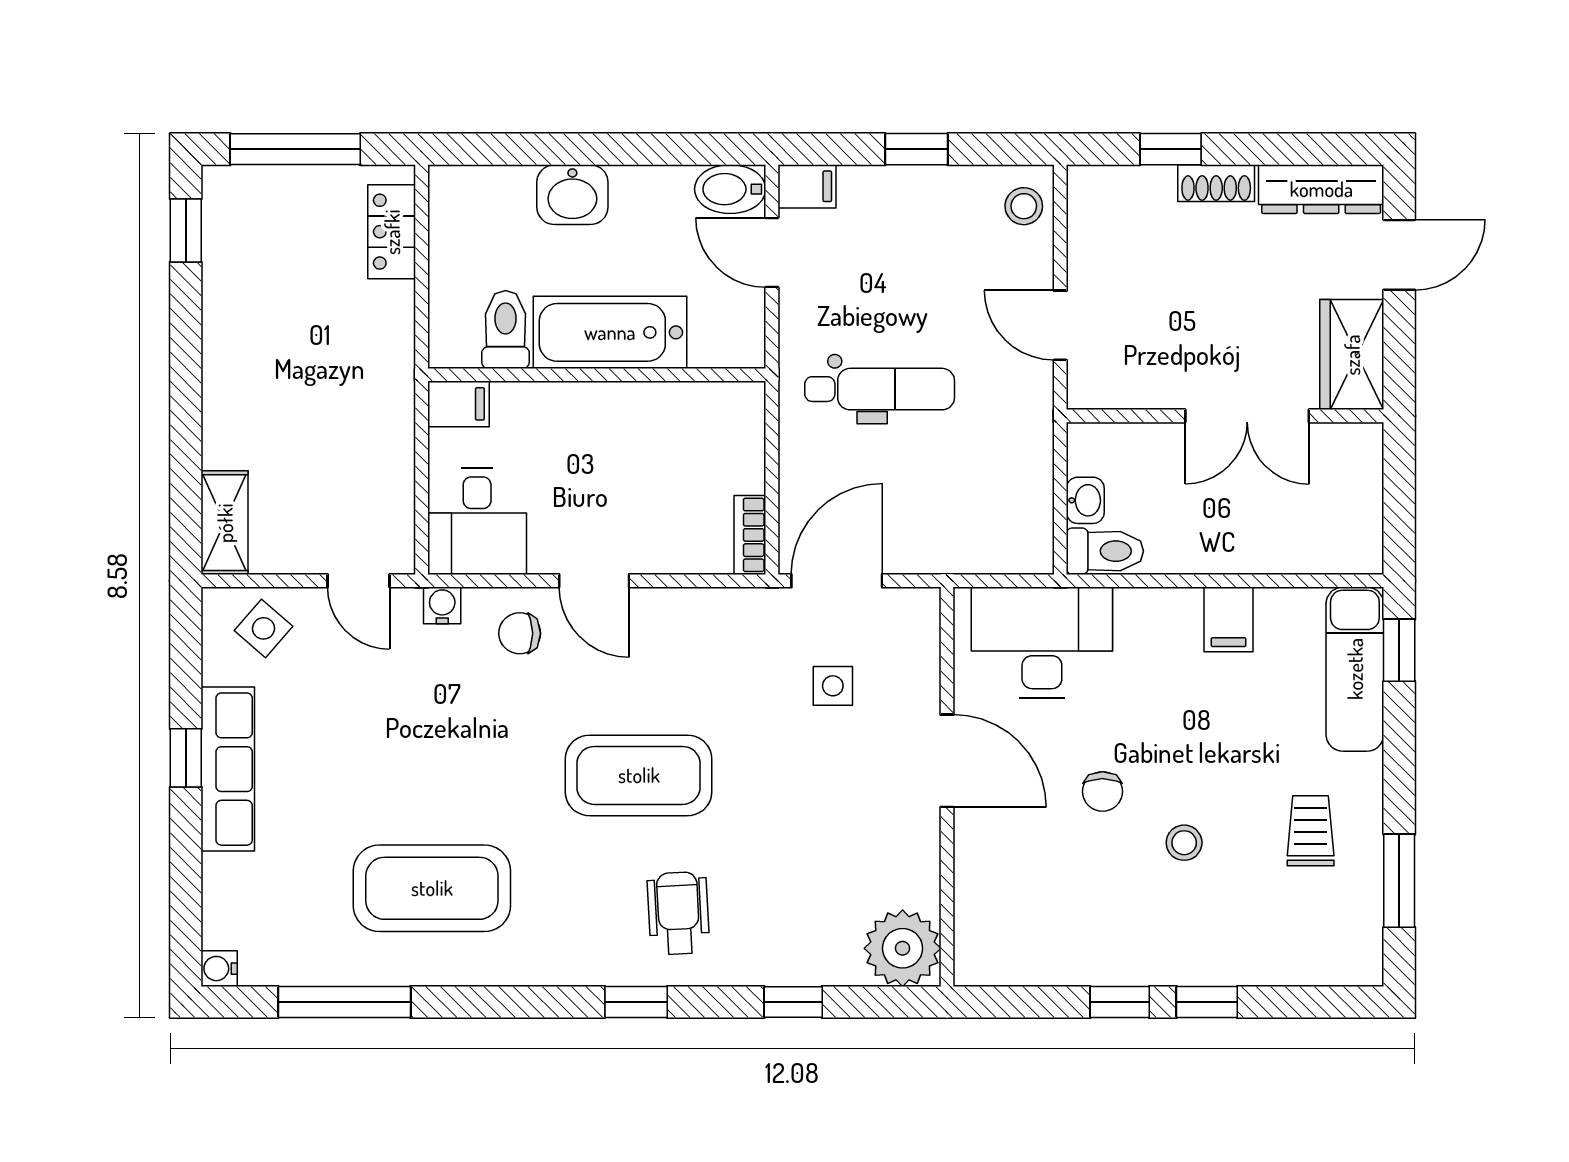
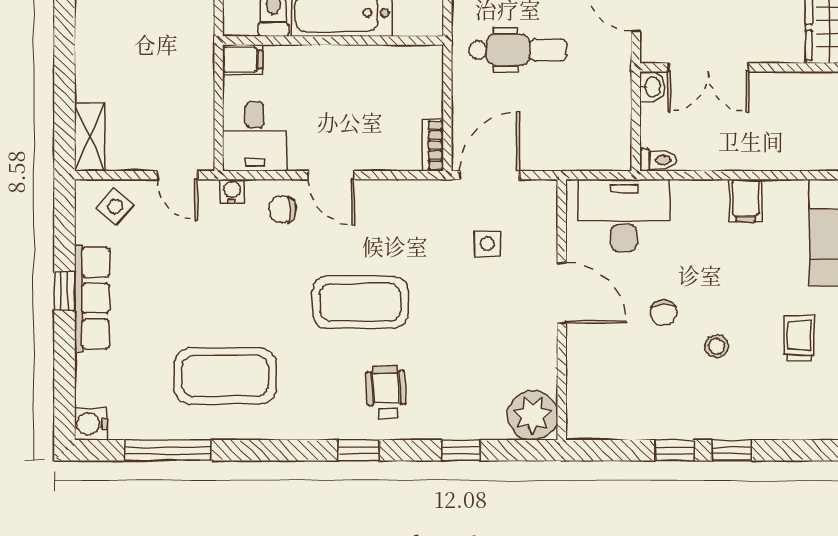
double door: (1247, 416) -> (708, 67), moved
washbasin: (1085, 500) -> (652, 87), moved
toilet: (1105, 551) -> (658, 160), width x0.73, depth x0.72
water cooler: (219, 969) -> (91, 424), width x1.38, depth x1.38

